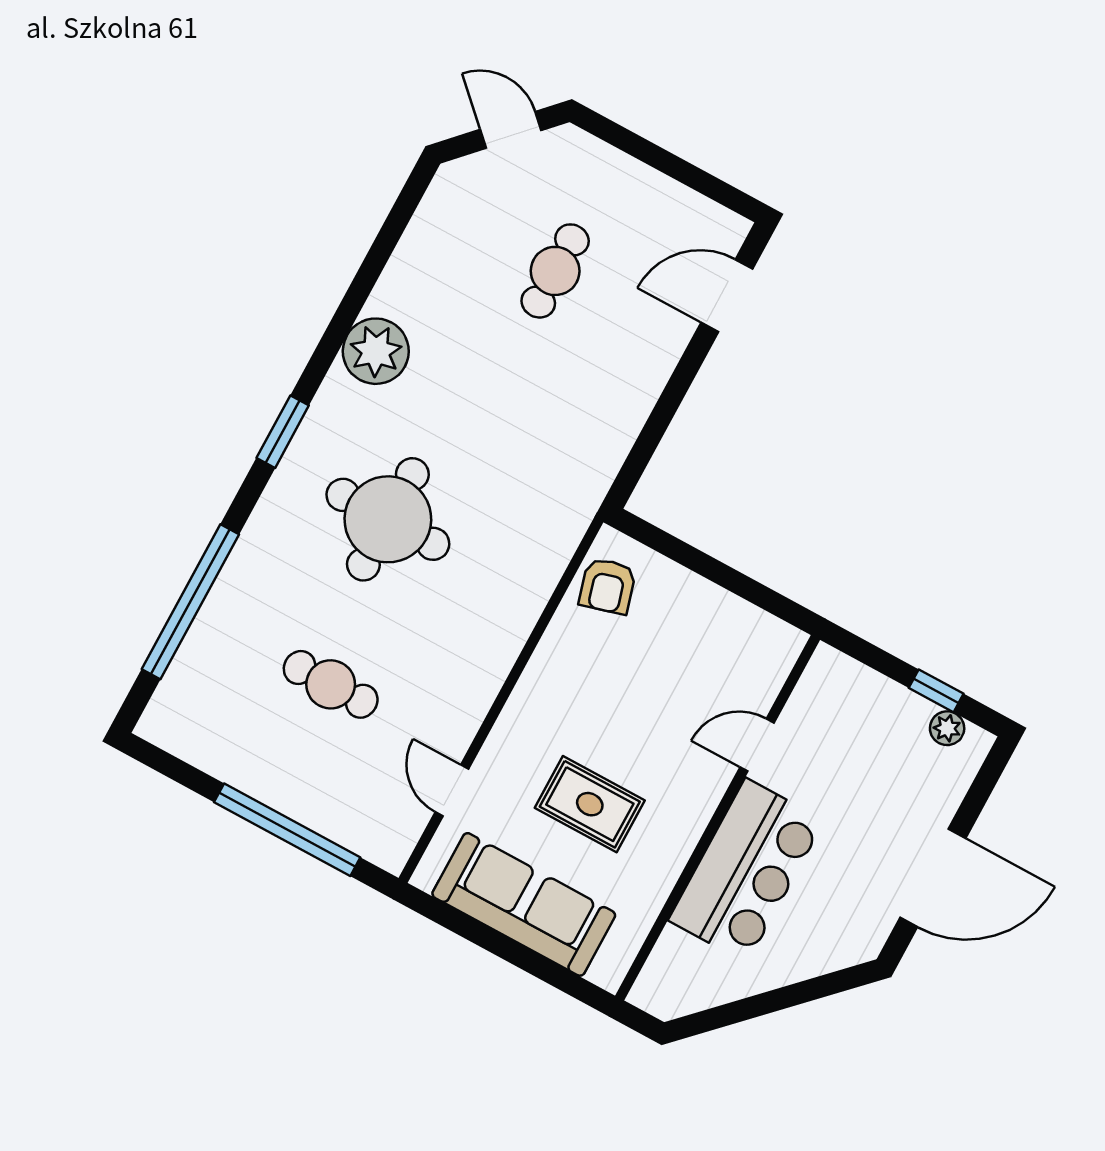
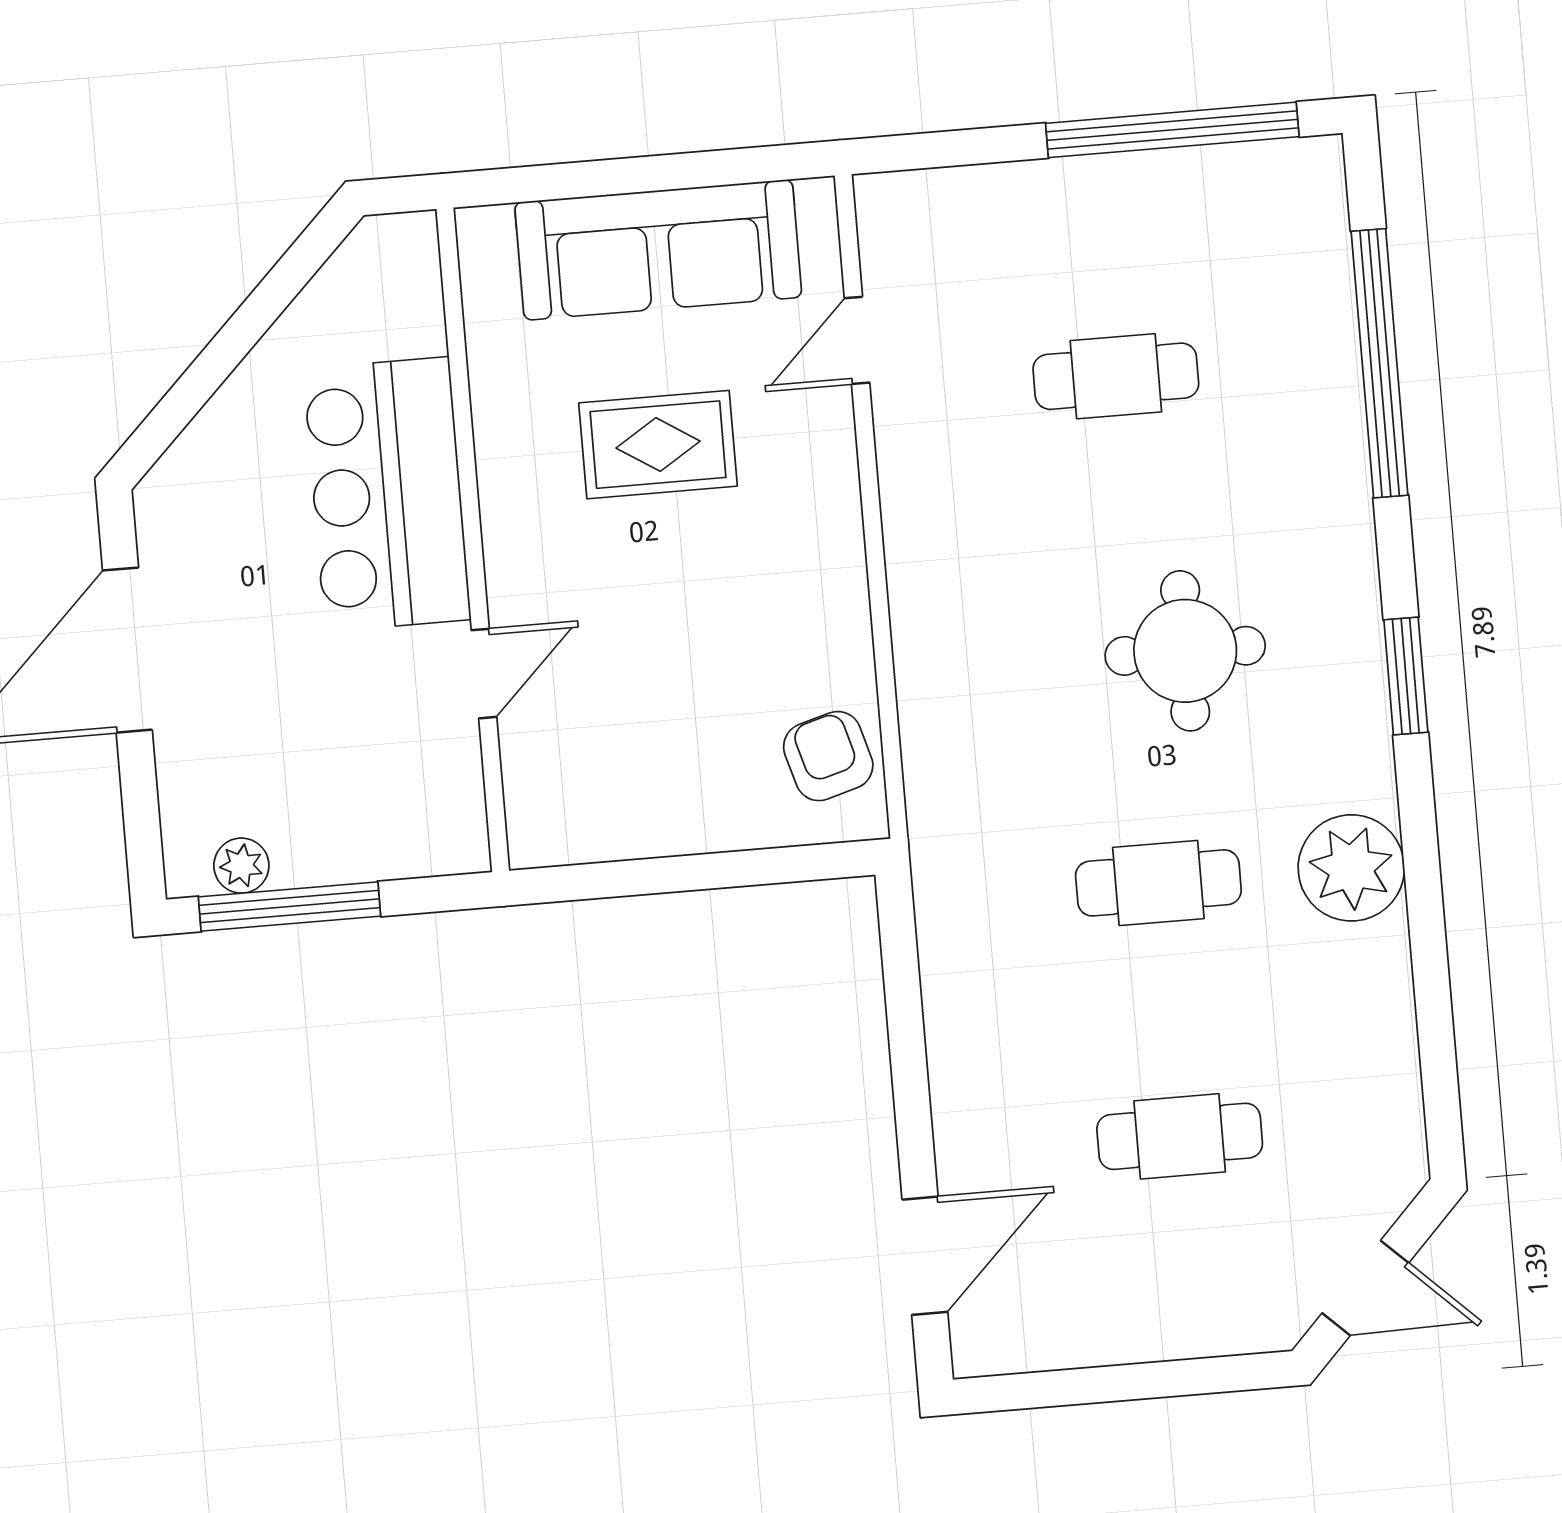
cafe table: (555, 271) -> (1180, 1136), turned 90
cafe table: (480, 409) -> (1158, 883), added
round table: (388, 519) -> (1185, 651), width x0.73, depth x0.73
window: (936, 691) -> (289, 906), width x2.17
door: (452, 790) -> (857, 340), swing flipped
window: (287, 830) -> (1172, 130), moved

